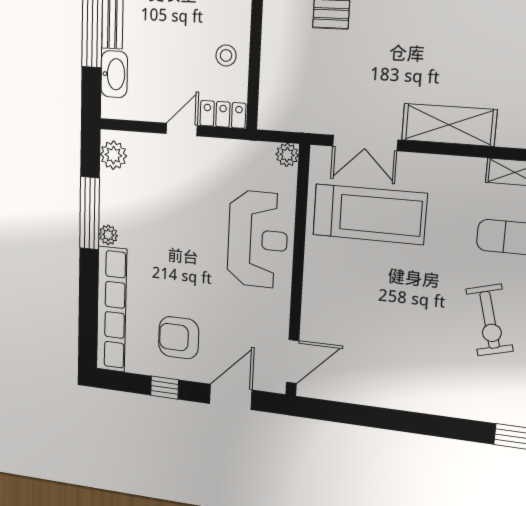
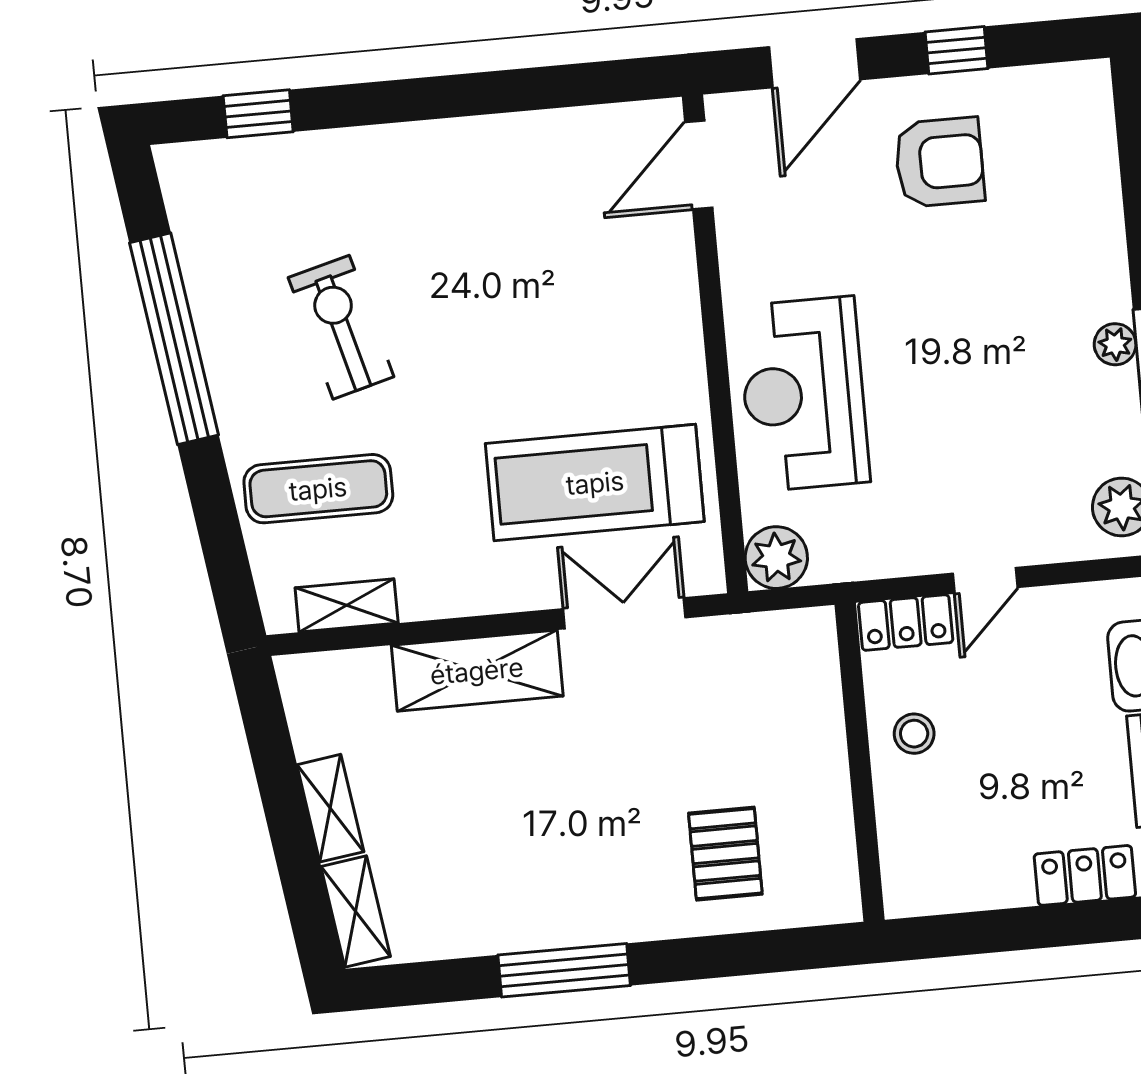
plant: (287, 155) -> (776, 558), width x1.38, depth x1.38
row of seats: (111, 310) -> (1091, 190), removed

